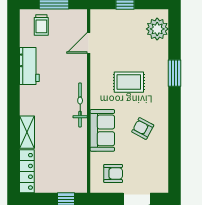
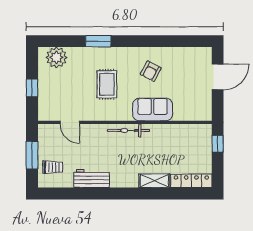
armchair: (113, 173) -> (193, 99), removed

